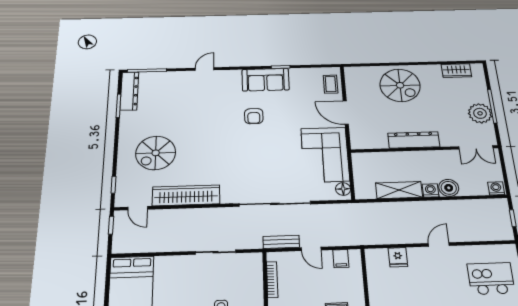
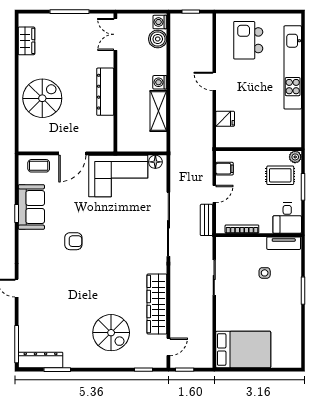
sofa: (266, 80) -> (31, 207), moved
plant: (480, 113) -> (78, 25), removed
double door: (476, 147) -> (115, 34), swing flipped
boiler: (449, 188) -> (158, 39), moved

